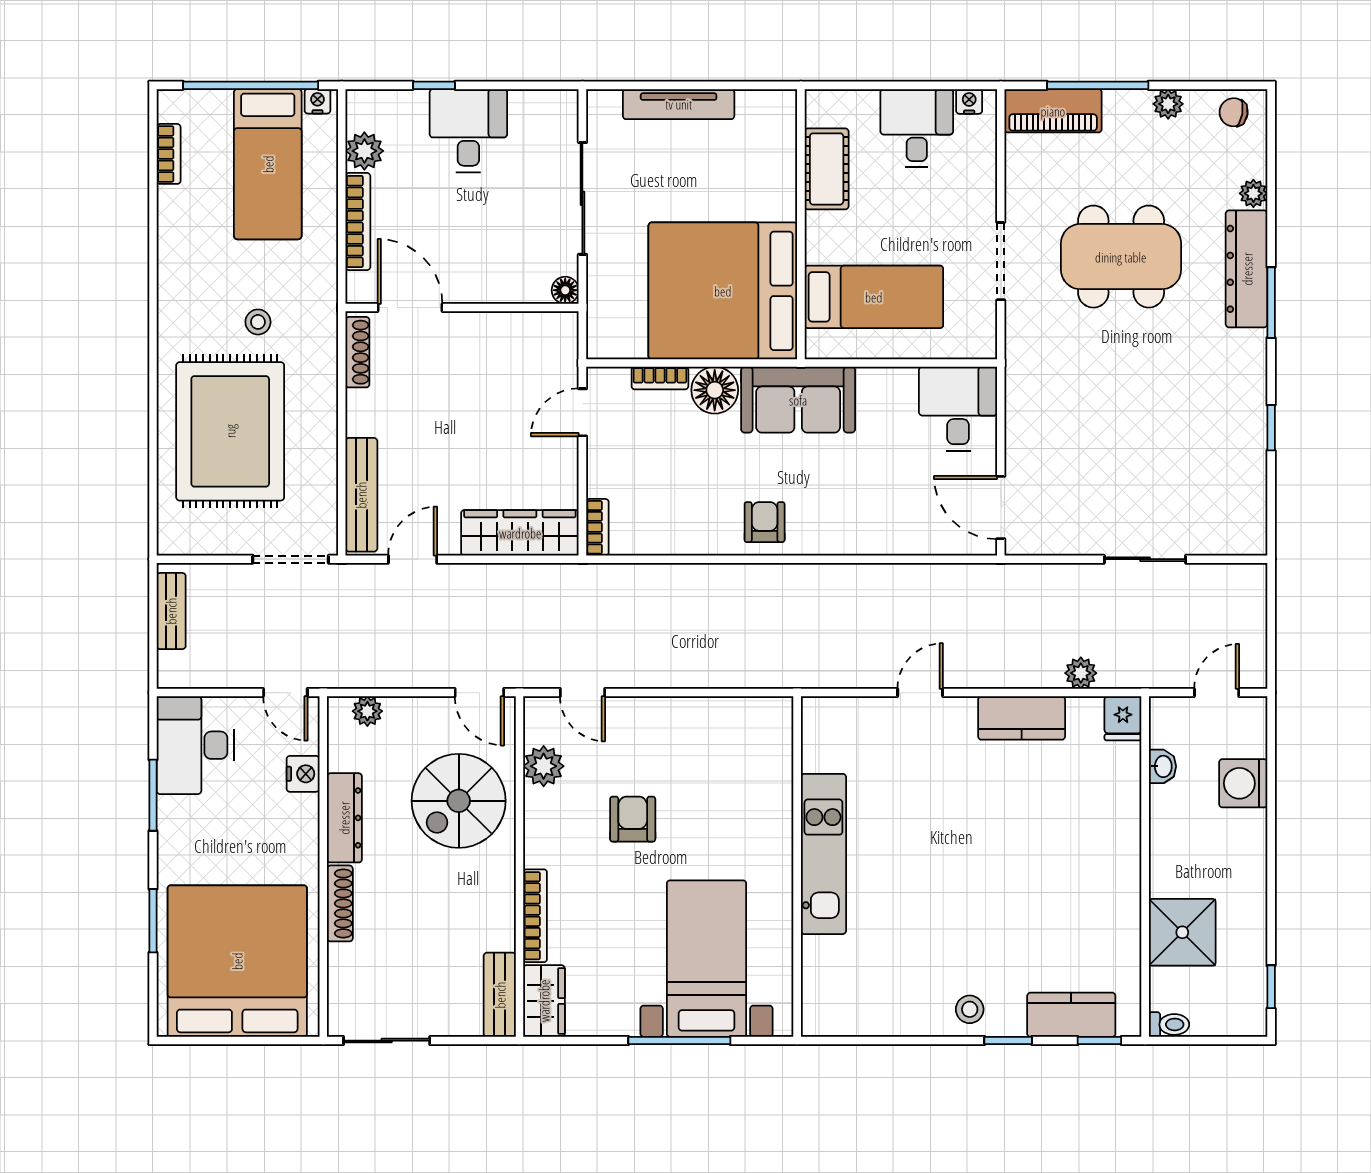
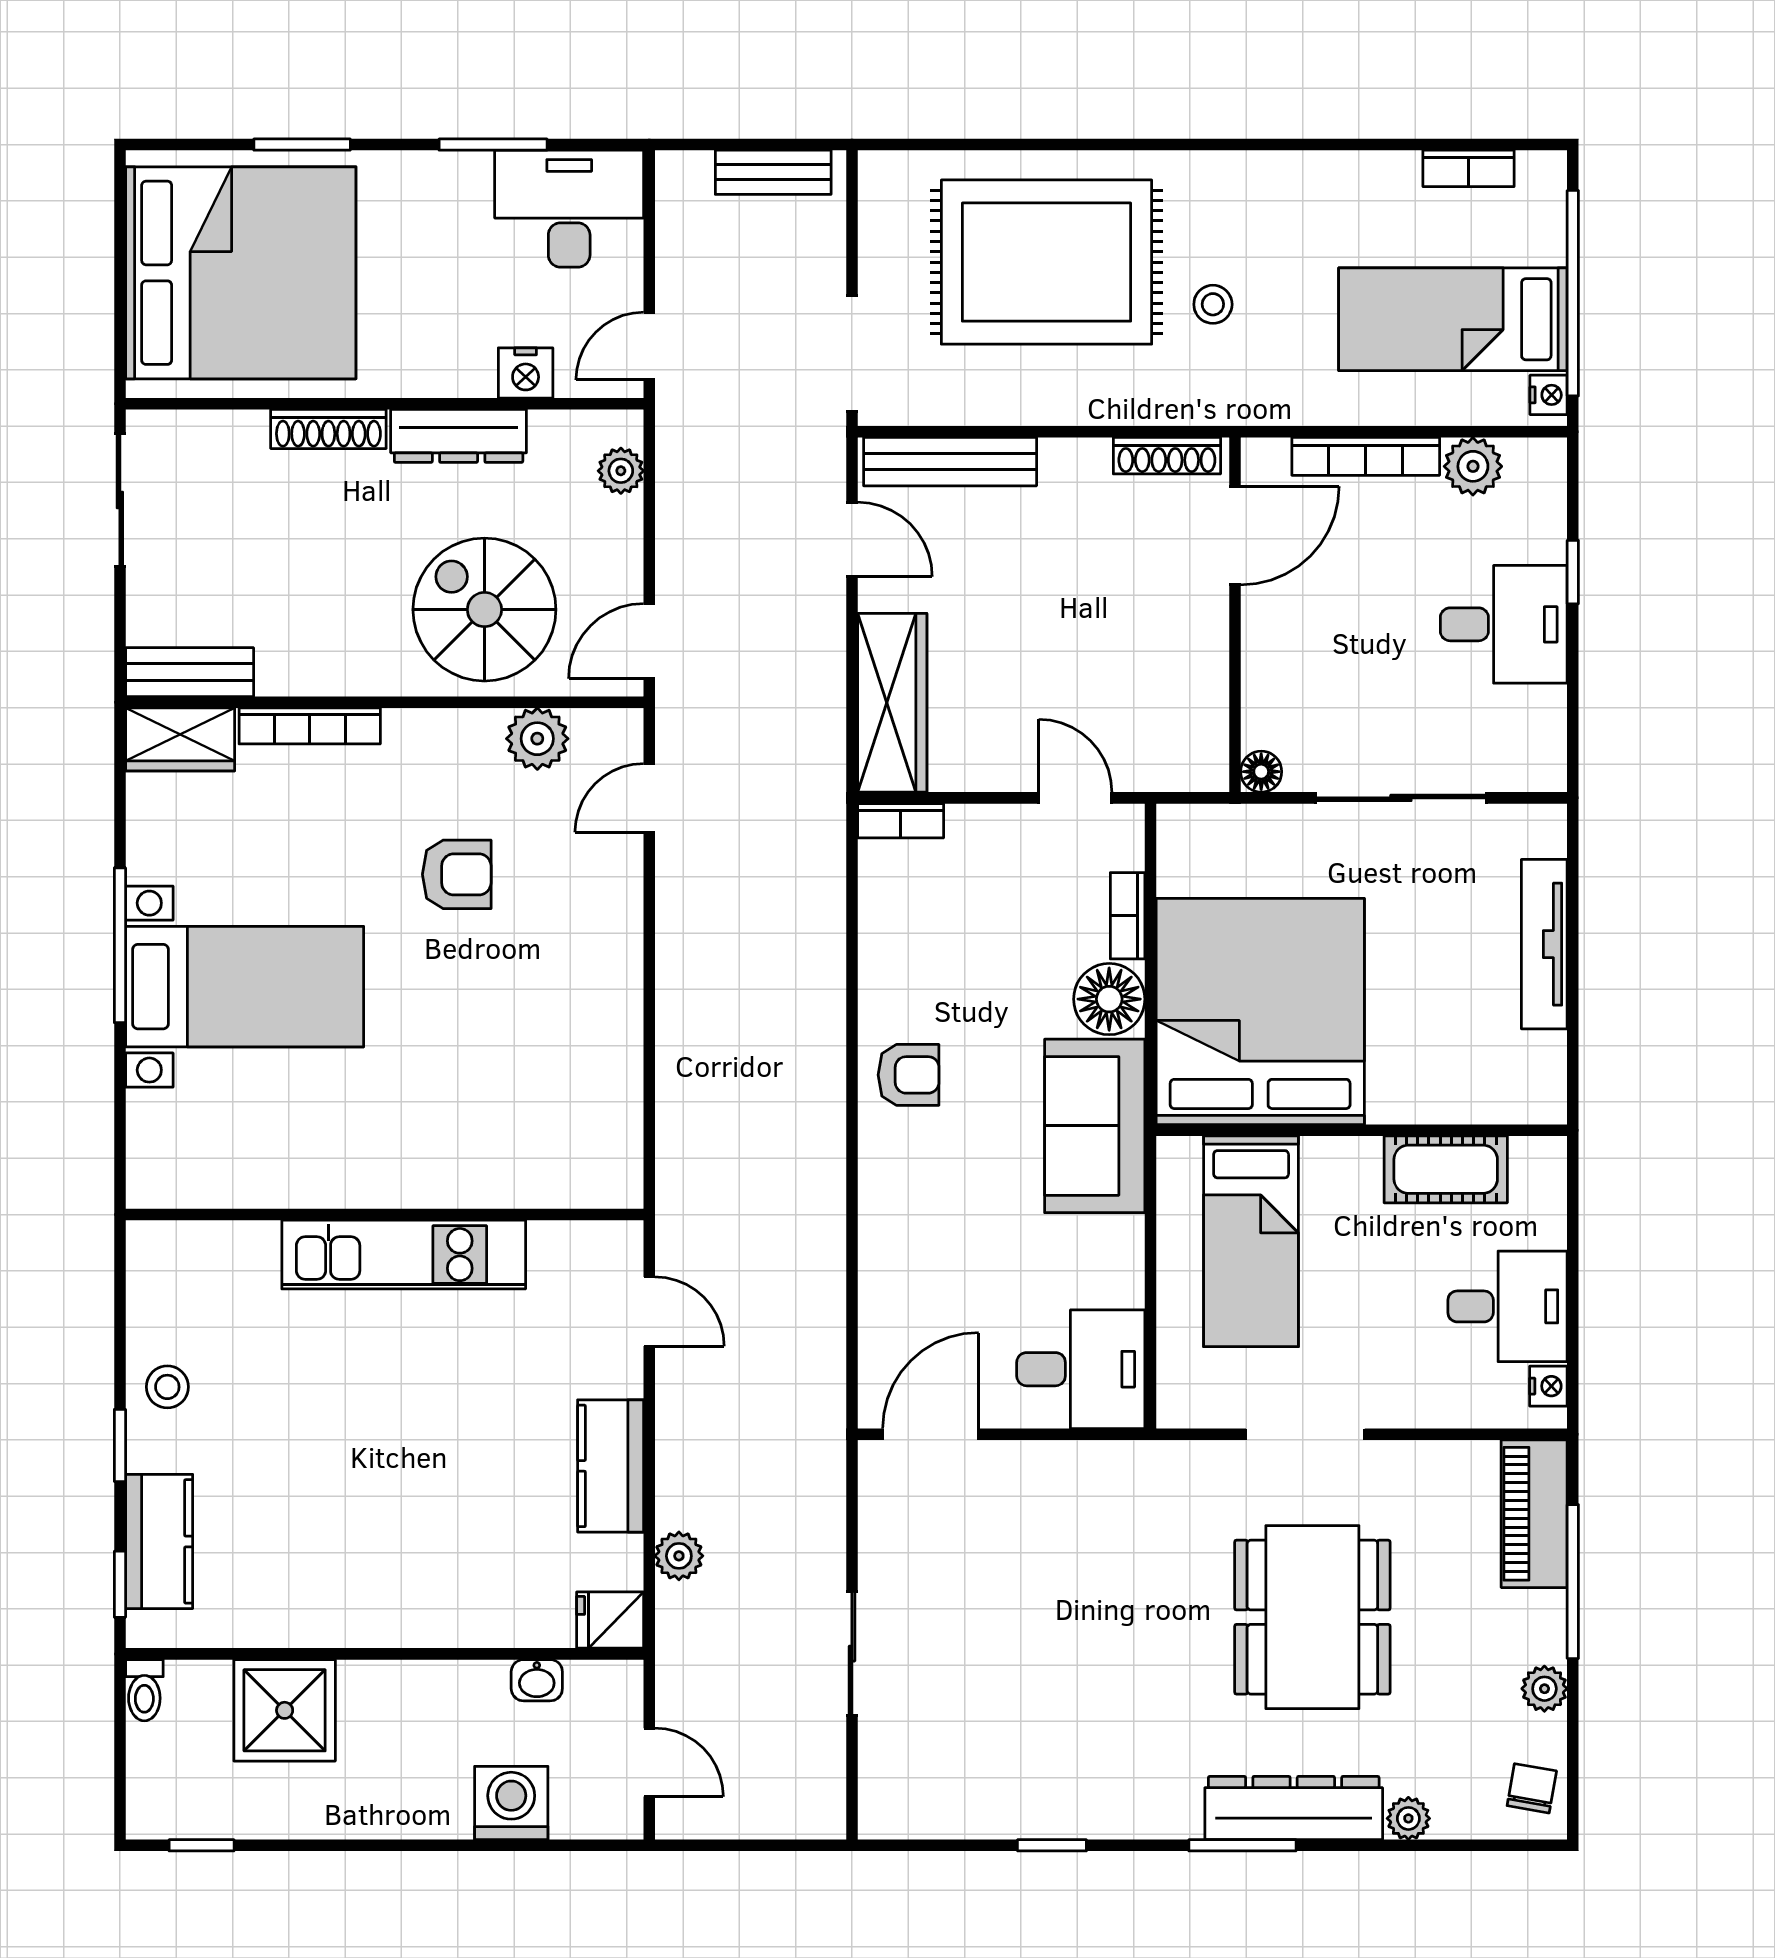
kitchen unit: (823, 854) -> (404, 1255), moved
wall: (797, 867) -> (385, 1215), moved

